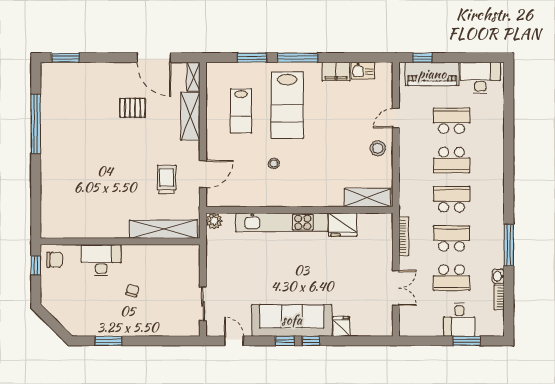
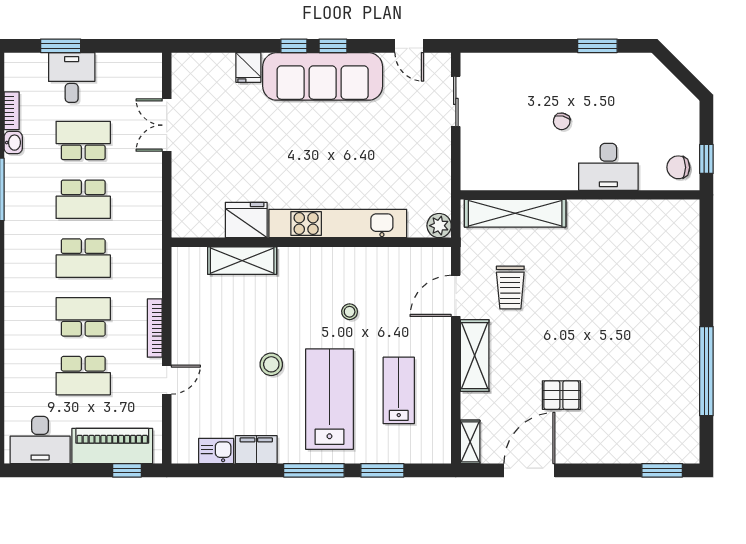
door: (154, 58) -> (529, 470), hinge flipped
shelving: (190, 116) -> (475, 356), moved
stool: (378, 148) -> (271, 364), moved
shelving: (367, 198) -> (242, 261), moved
bookcase: (404, 236) -> (155, 328), moved

